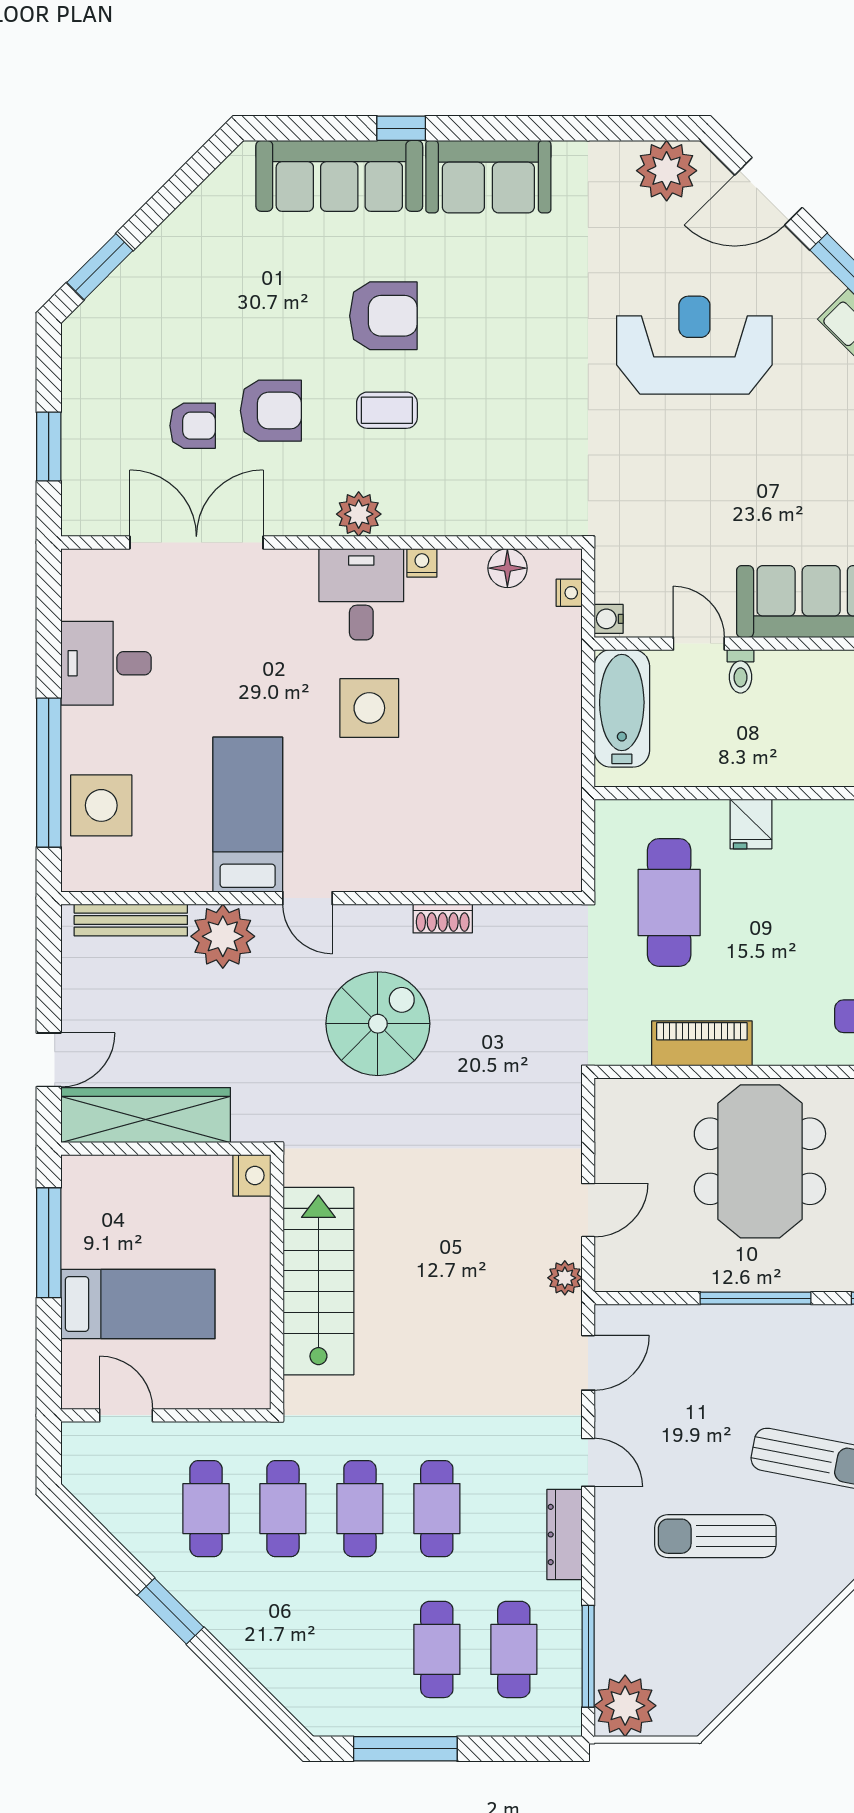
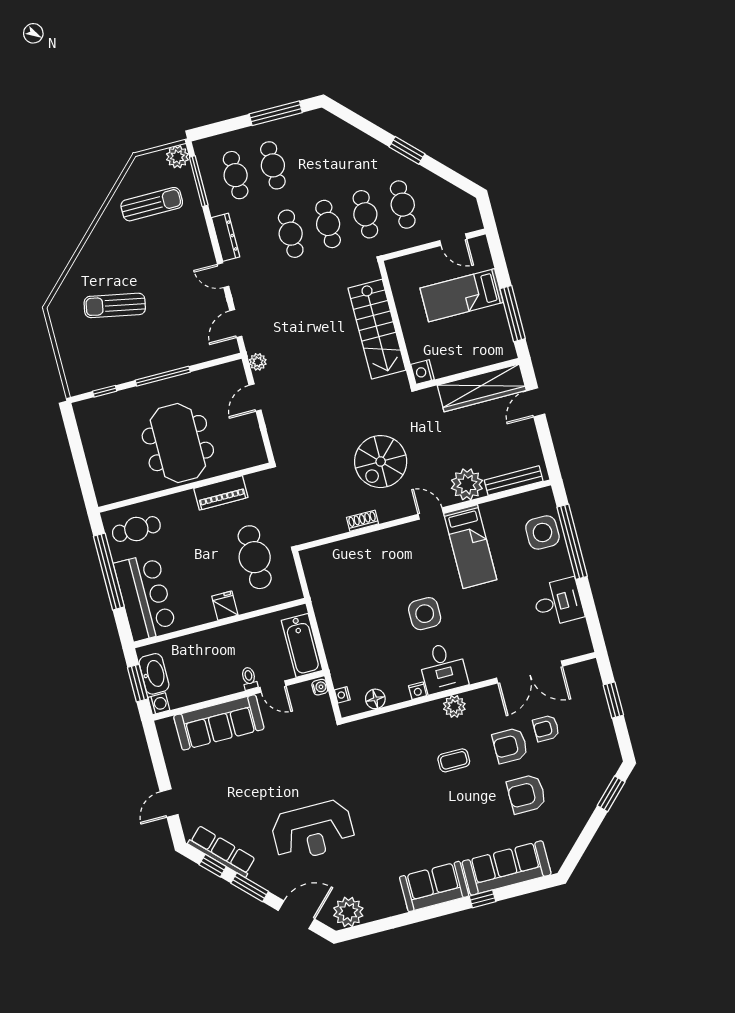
armchair: (383, 316) -> (526, 794), moved
sun lounger: (715, 1536) -> (152, 204), moved
plant: (625, 1706) -> (177, 157), width x0.73, depth x0.73

